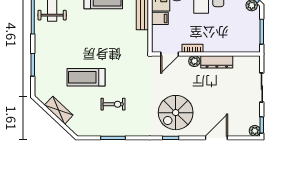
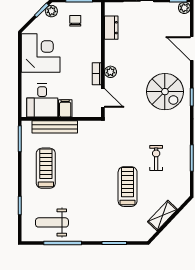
chair: (243, 28) -> (75, 21), added
dresser: (217, 62) -> (111, 28), moved, width x0.70
treadmill: (86, 77) -> (128, 187), turned 180

